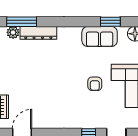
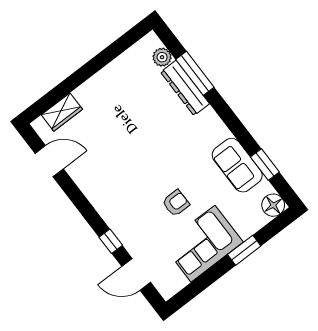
window: (22, 22) -> (195, 73), moved
armchair: (95, 84) -> (176, 203), turned 180

